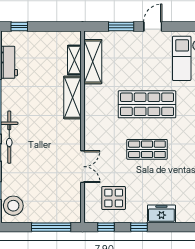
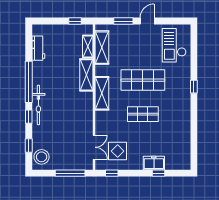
window: (19, 26) -> (75, 21), moved
shelving: (93, 122) -> (102, 93), added
double door: (82, 167) -> (94, 147), moved
window: (139, 227) -> (159, 173), moved

